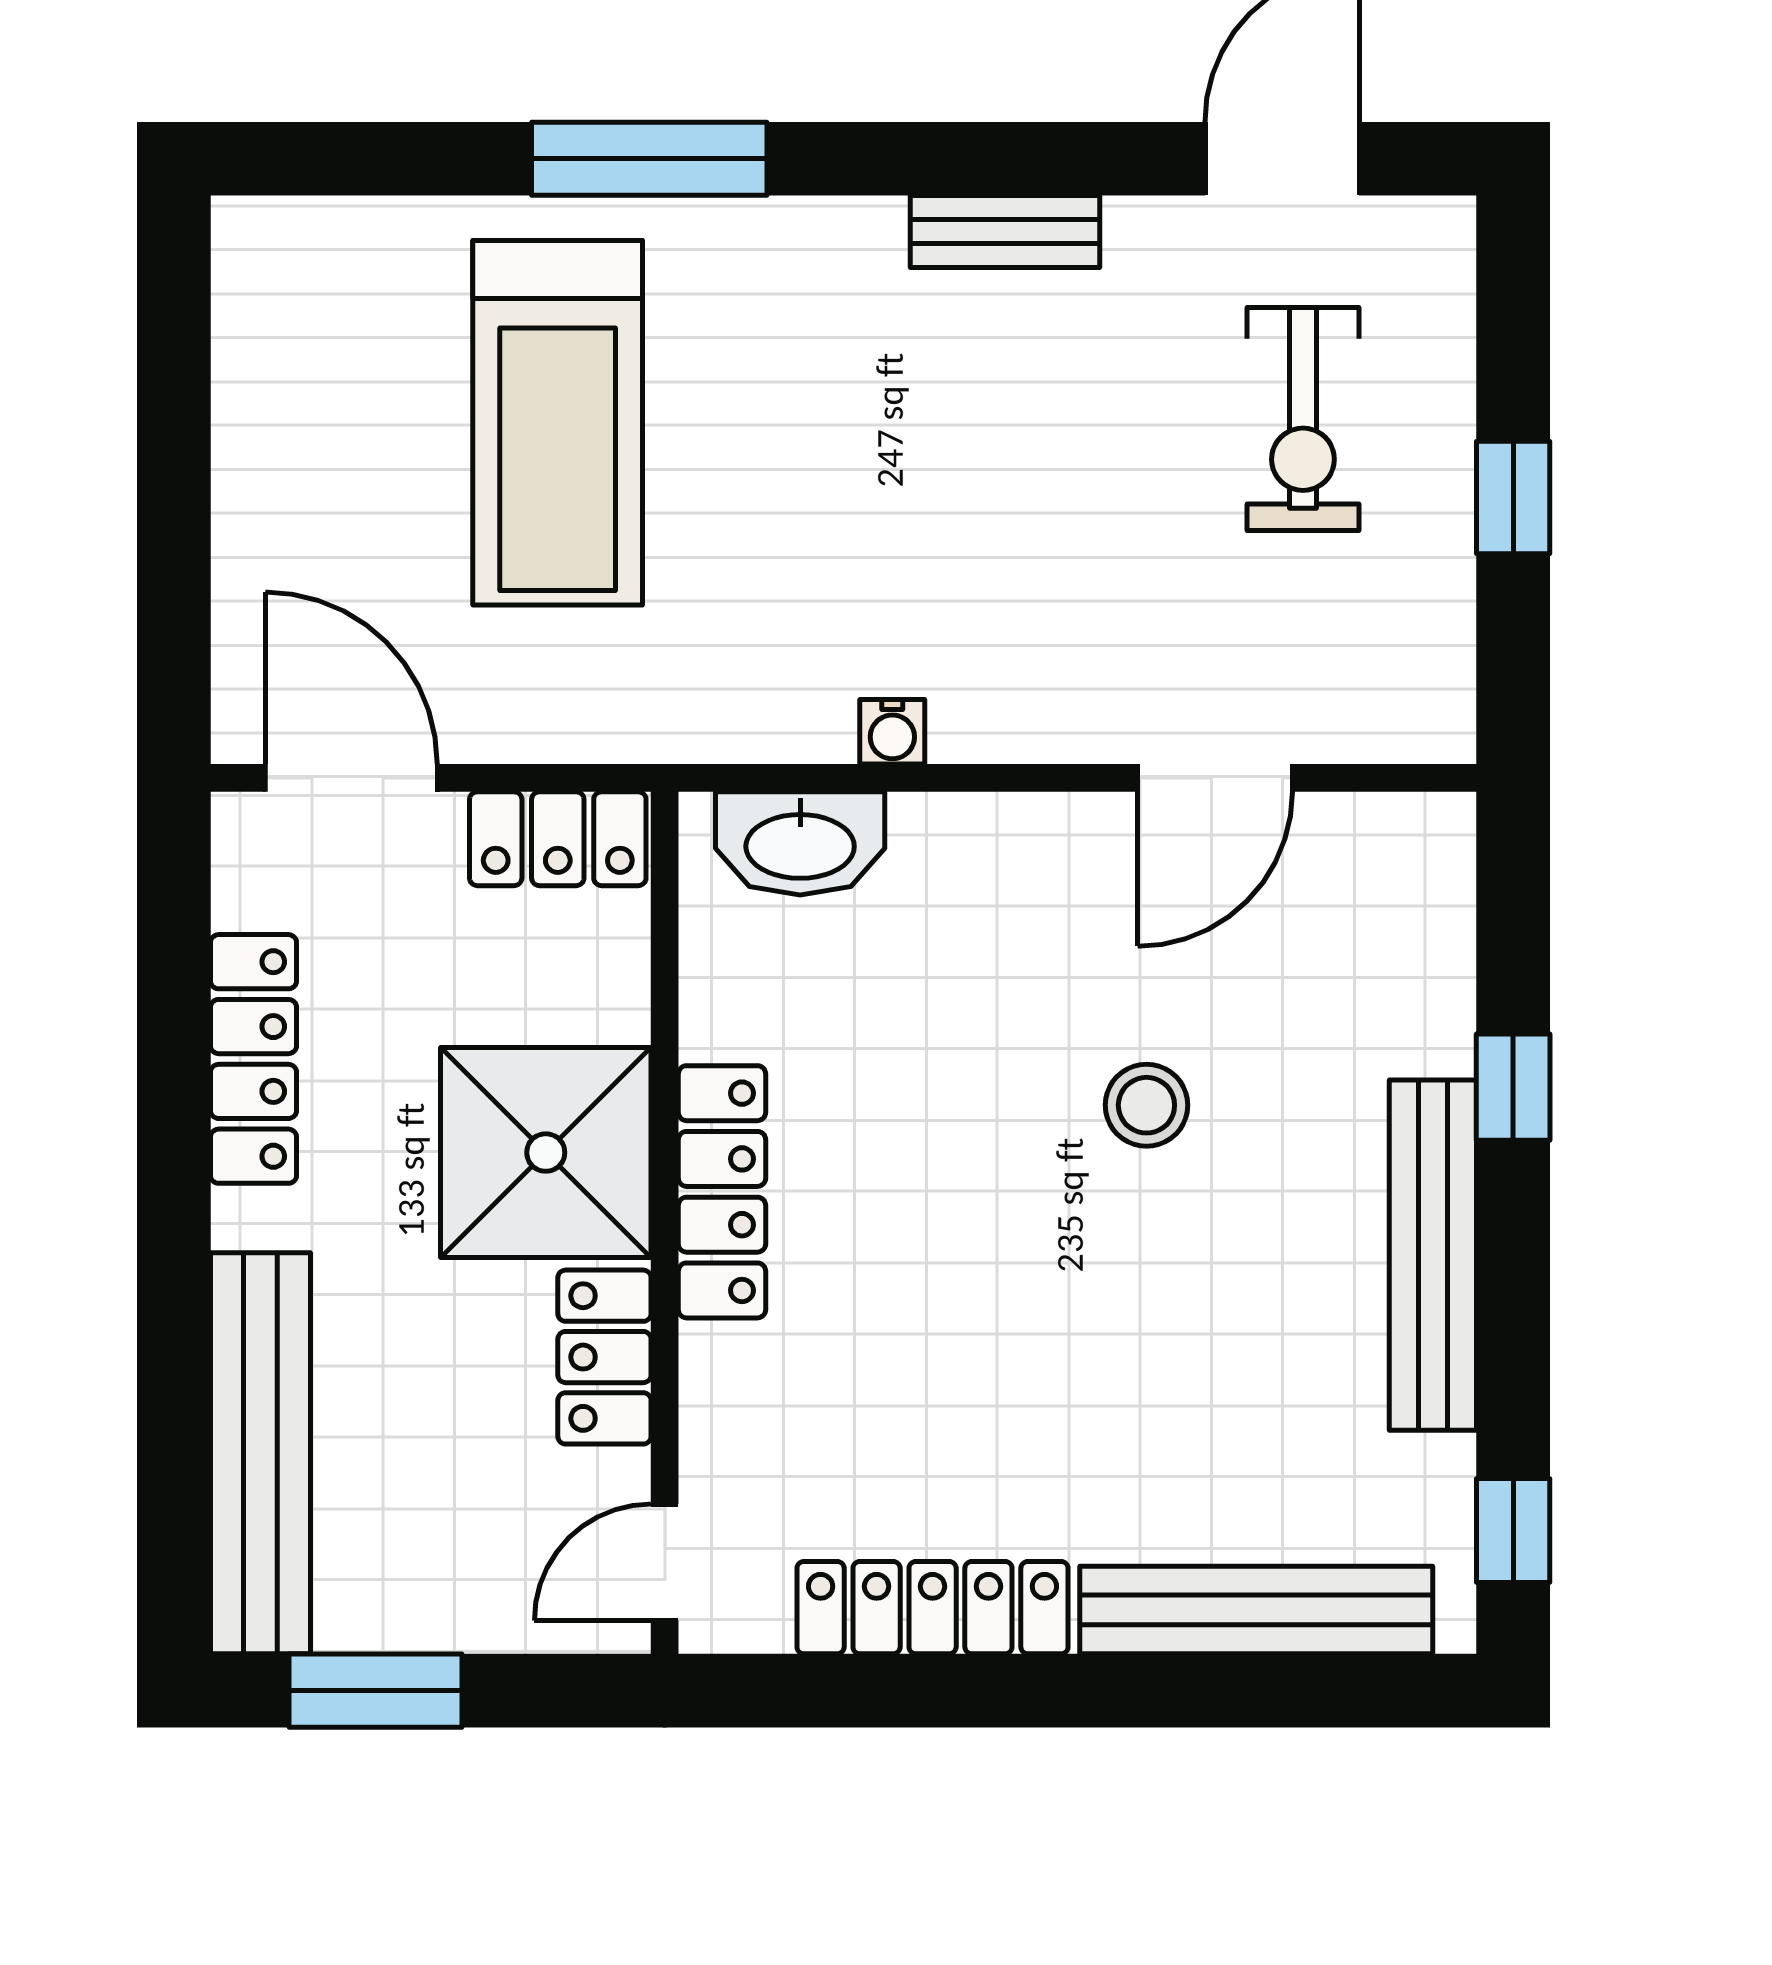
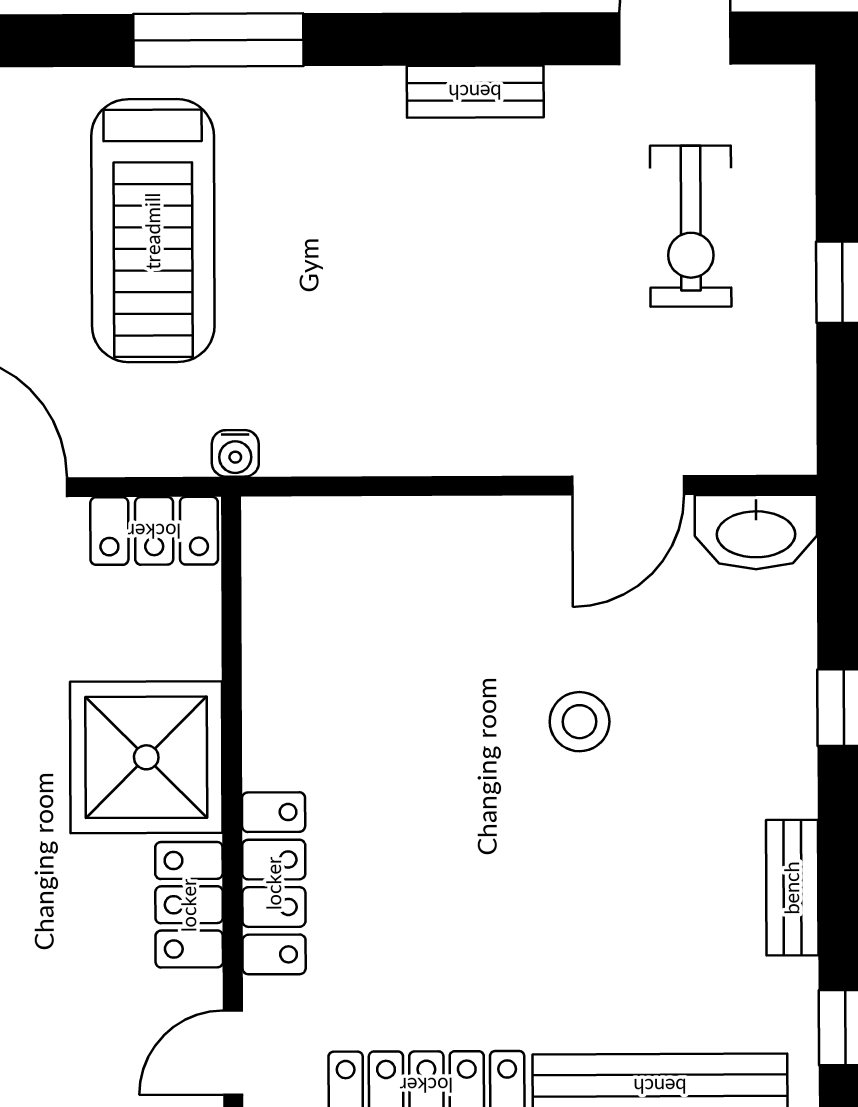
water cooler: (892, 732) -> (235, 453), moved
washbasin: (800, 843) -> (756, 532), moved
locker: (722, 1192) -> (274, 883), moved
bench: (1433, 1255) -> (792, 888), width x0.54, depth x0.82

